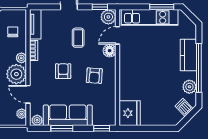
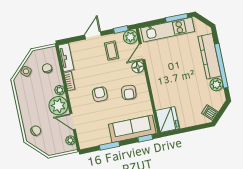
coffee table: (78, 38) -> (112, 51), moved
kitchen counter: (188, 55) -> (209, 56), width x1.50
dishwasher: (184, 107) -> (210, 113), moved
sofa: (68, 115) -> (132, 129), moved
plant: (37, 120) -> (86, 143), removed

